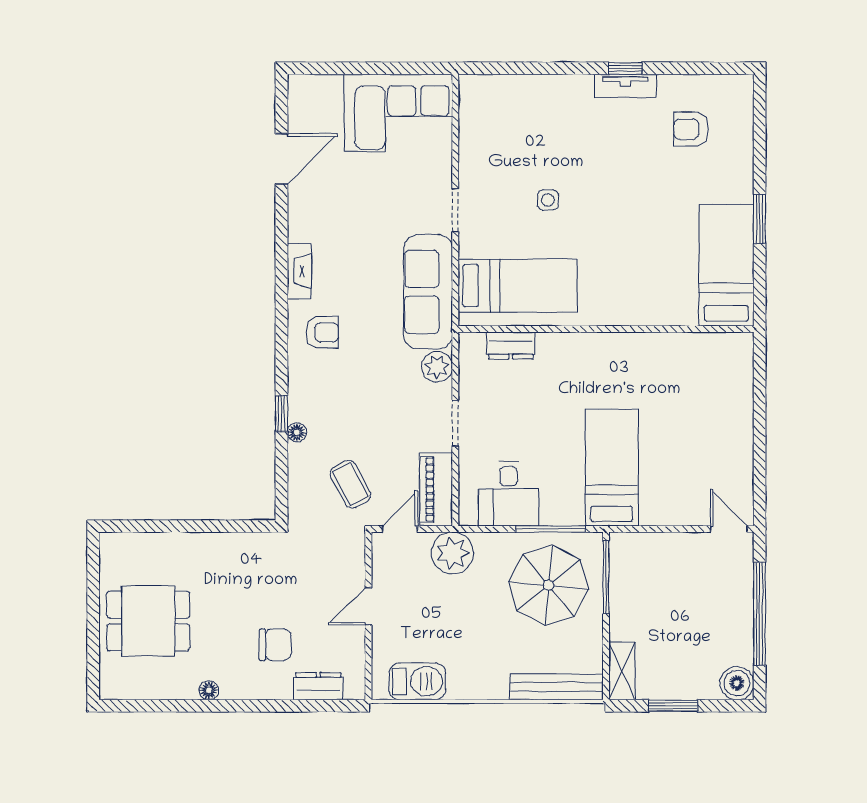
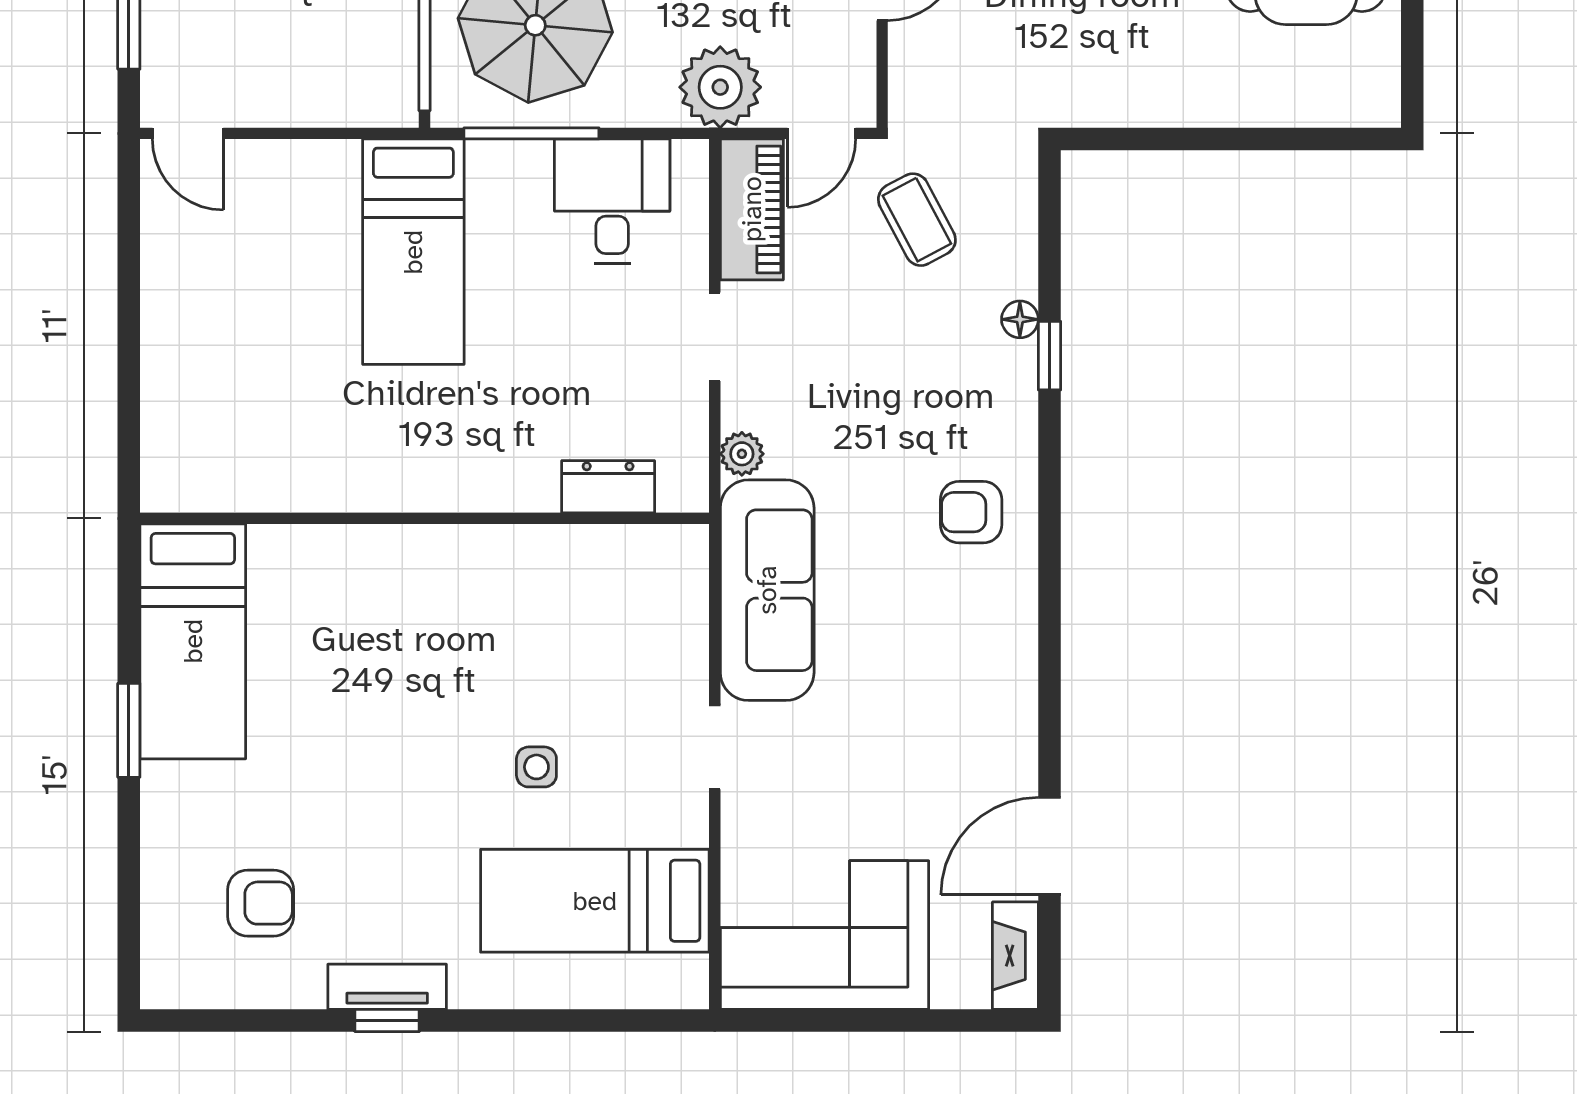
fireplace: (299, 271) -> (1015, 956), moved
bed: (518, 286) -> (595, 901), moved
plant: (437, 367) -> (742, 454), width x0.73, depth x0.73

